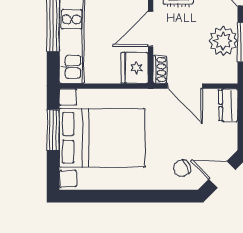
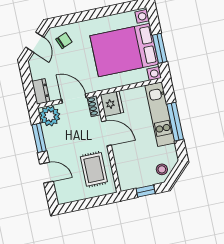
door: (151, 29) -> (106, 133), hinge flipped
plant: (223, 41) -> (50, 116), moved
door: (222, 174) -> (35, 42), hinge flipped

